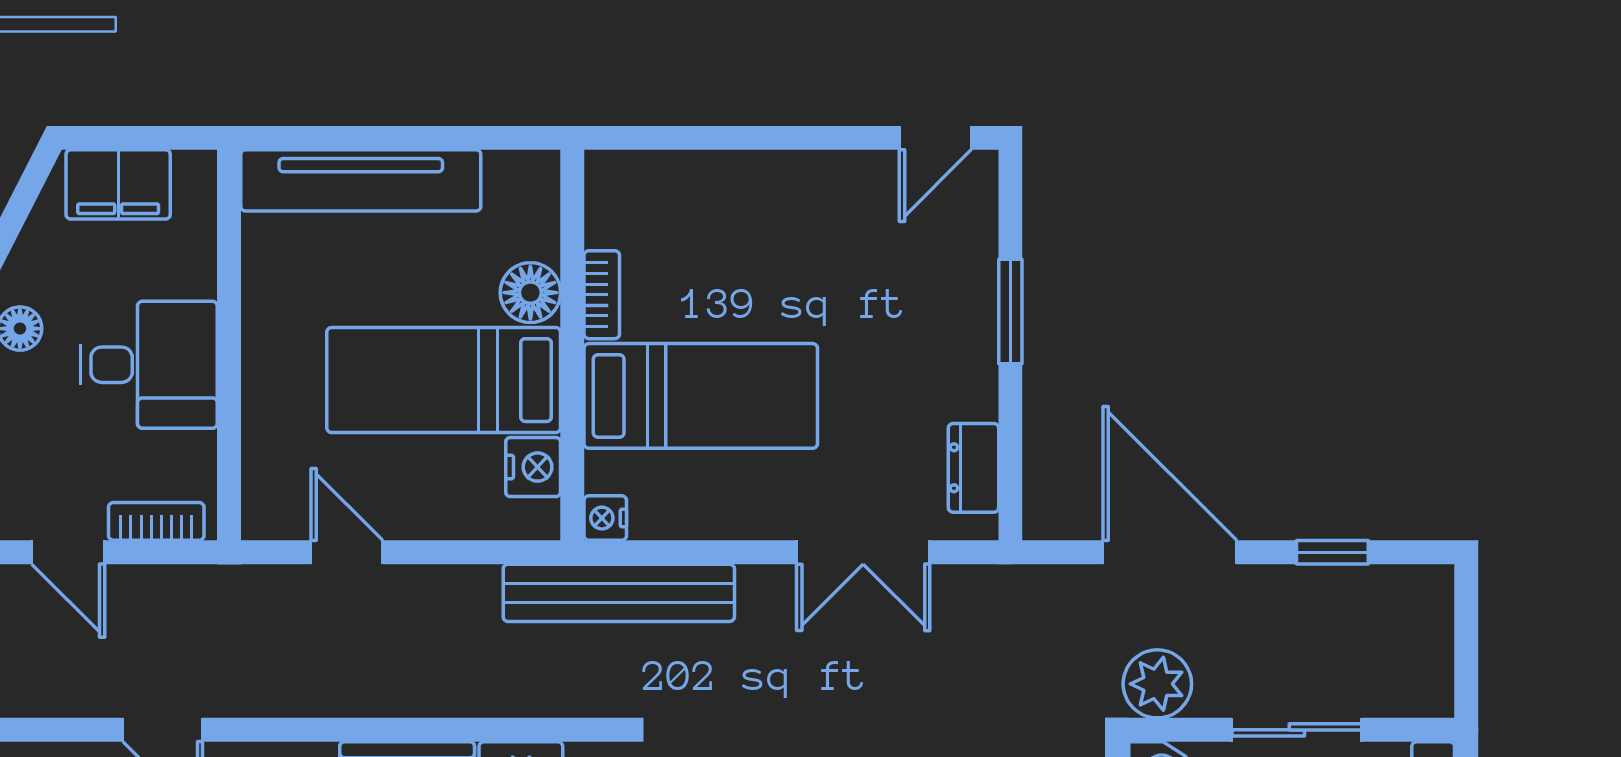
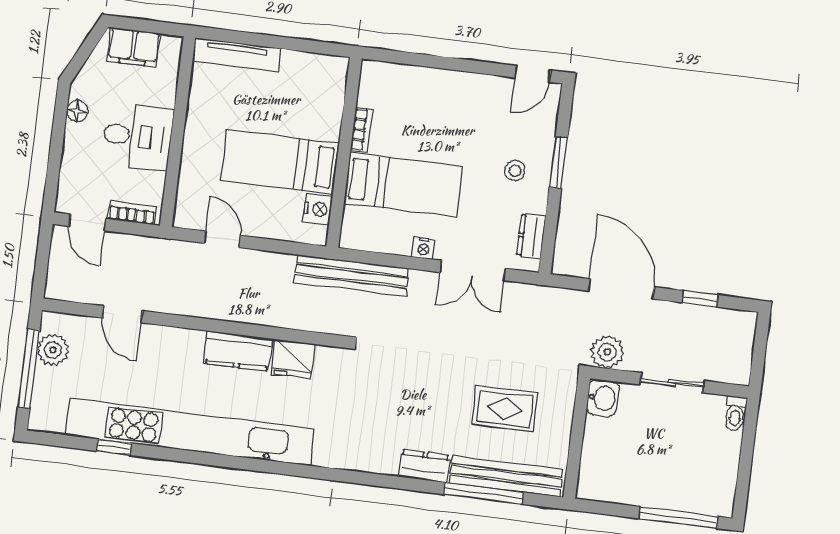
tv unit: (361, 180) -> (236, 55), width x0.73, depth x0.78
floor lamp: (530, 293) -> (327, 124), removed
stool: (924, 339) -> (515, 171), added
nightstand: (605, 518) -> (424, 248), moved, turned -90

